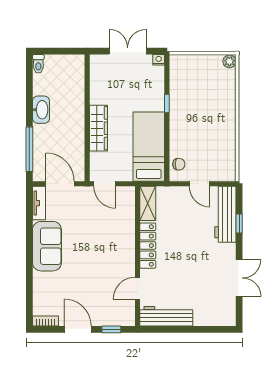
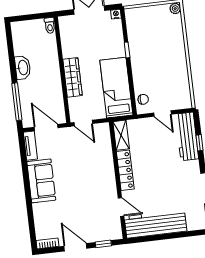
toilet: (38, 64) -> (50, 25), moved
door: (138, 288) -> (121, 207), swing flipped
workbench: (166, 316) -> (156, 224), width x1.36, depth x1.32

